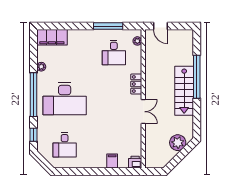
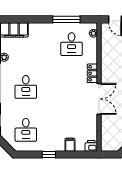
desk: (65, 99) -> (26, 87), width x0.53, depth x0.77
double door: (143, 112) -> (99, 99), width x1.37
window: (89, 171) -> (49, 155), added

